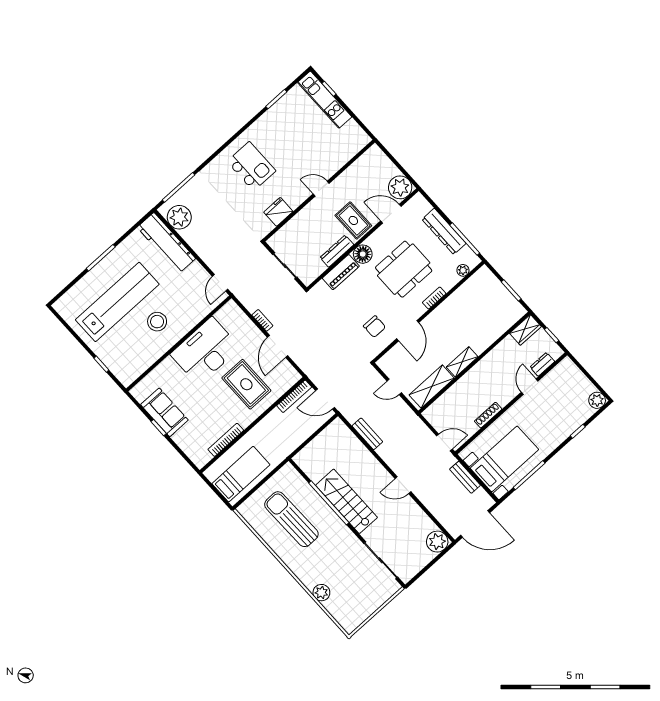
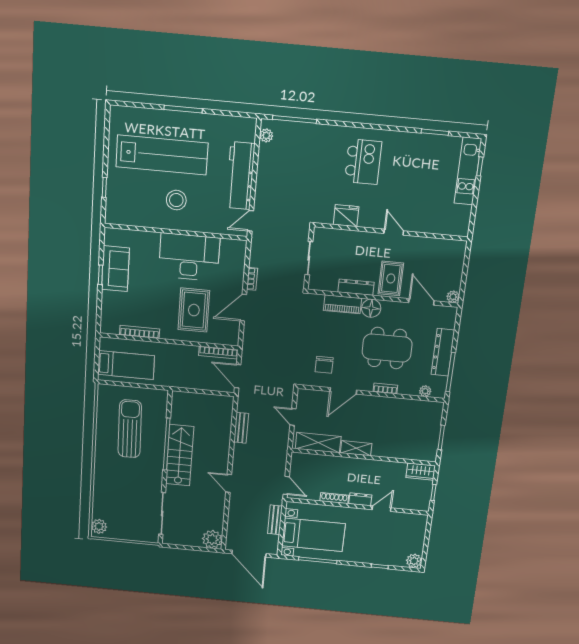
plant: (400, 187) -> (453, 297), width x0.53, depth x0.53
plant: (179, 217) -> (266, 135), width x0.53, depth x0.53
workbench: (166, 243) -> (240, 176), moved
dresser: (542, 364) -> (360, 499), moved
plant: (321, 593) -> (99, 526), moved

